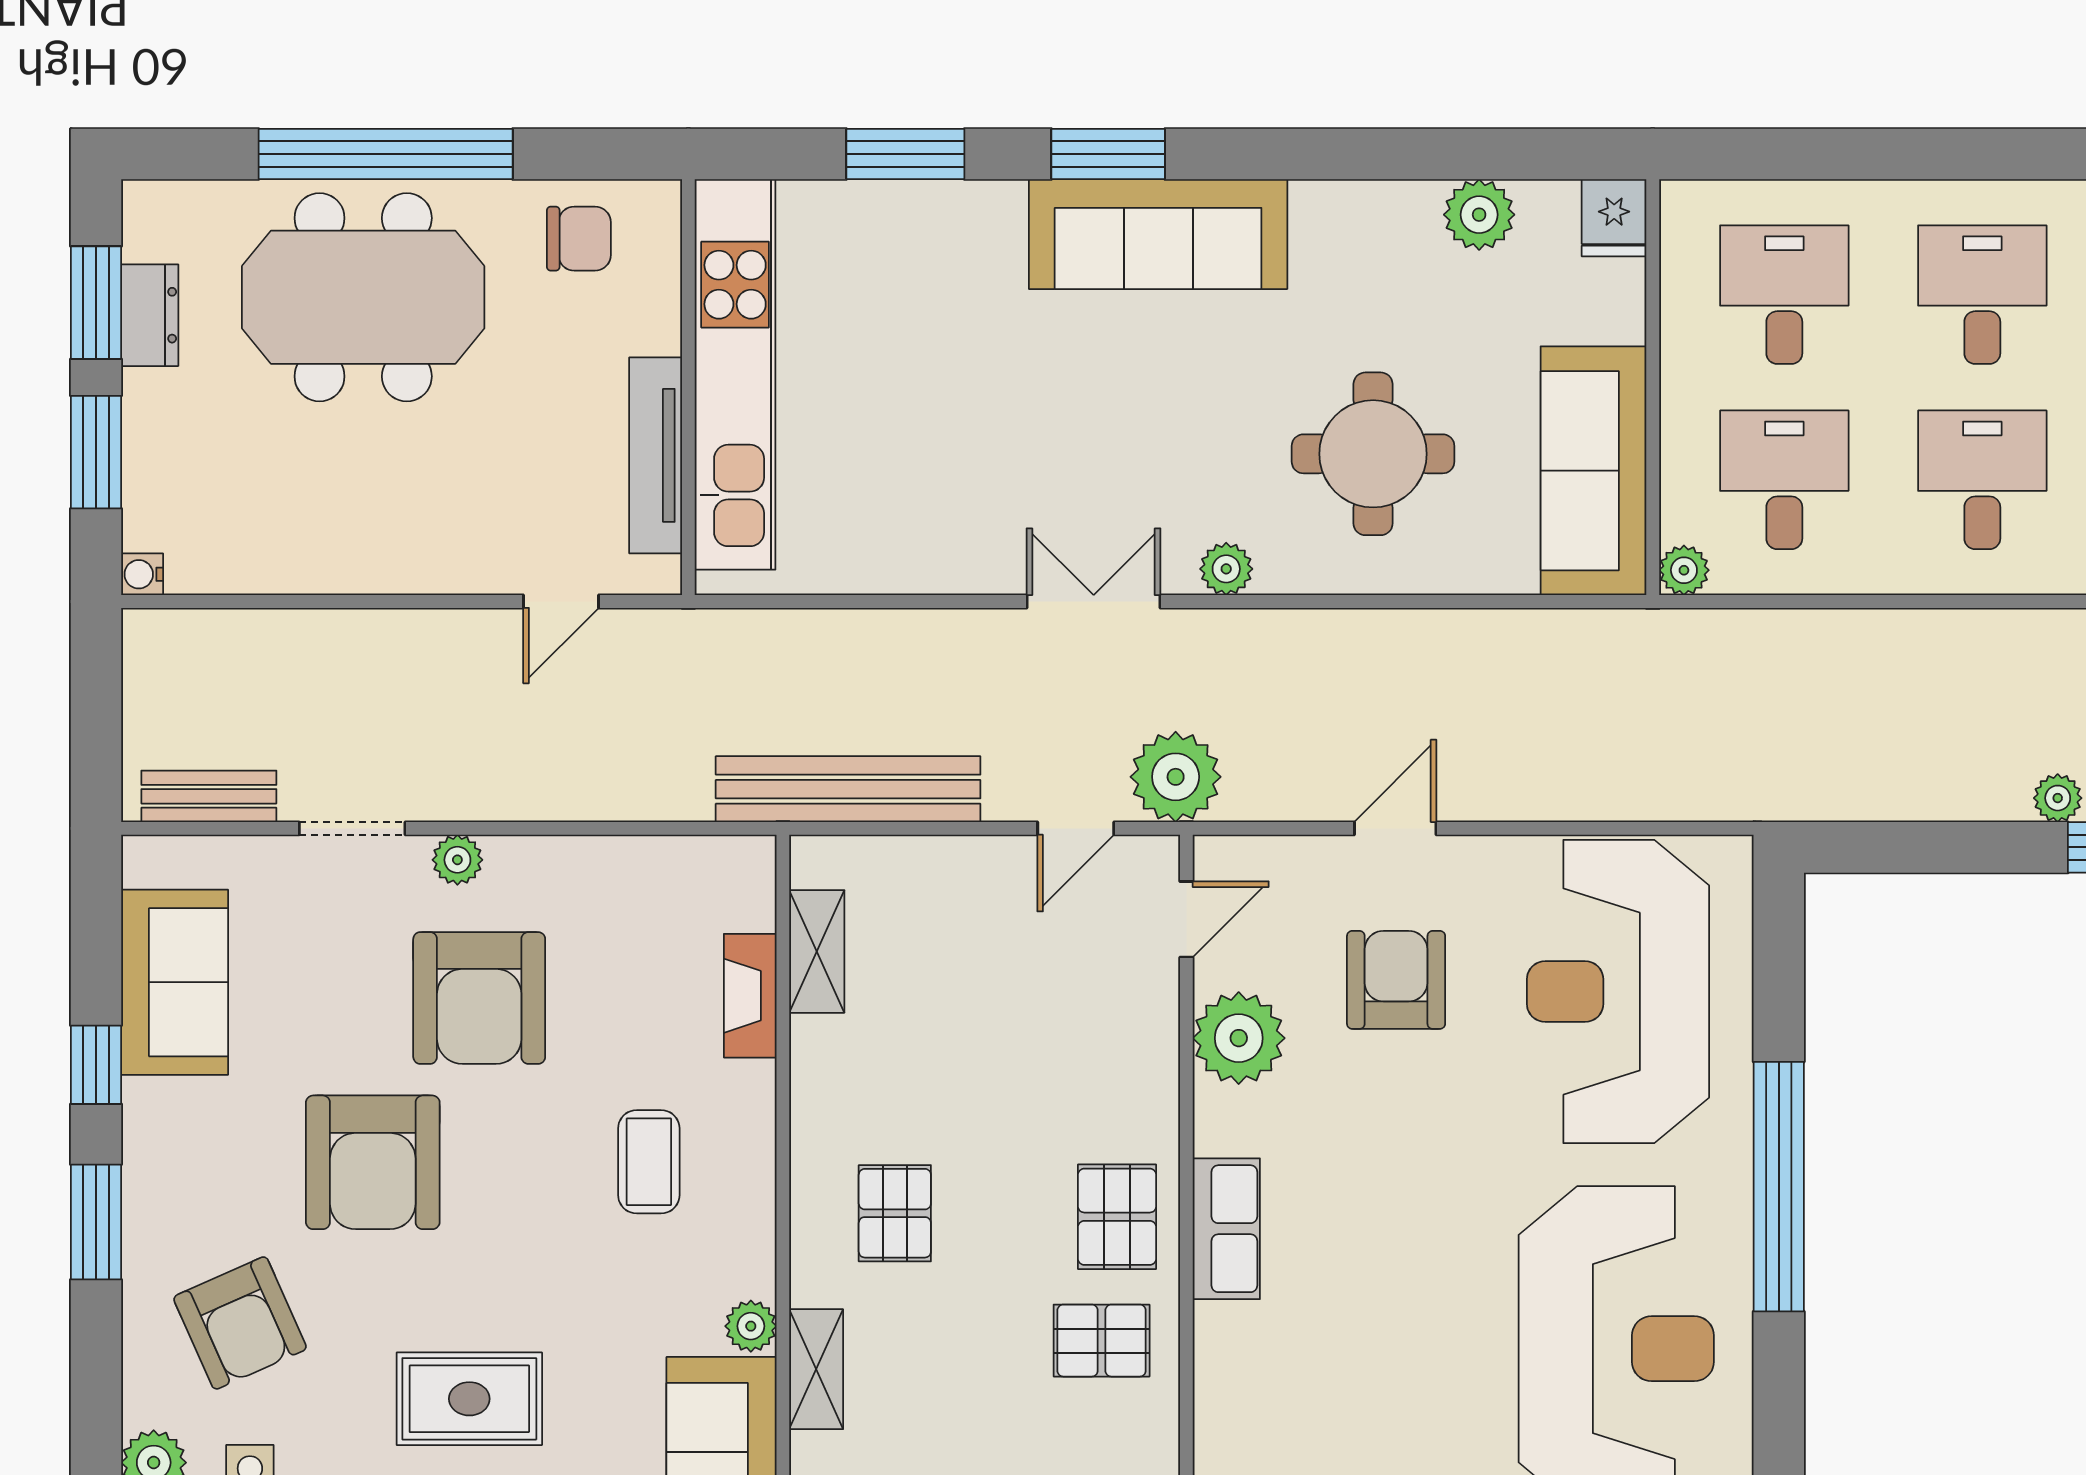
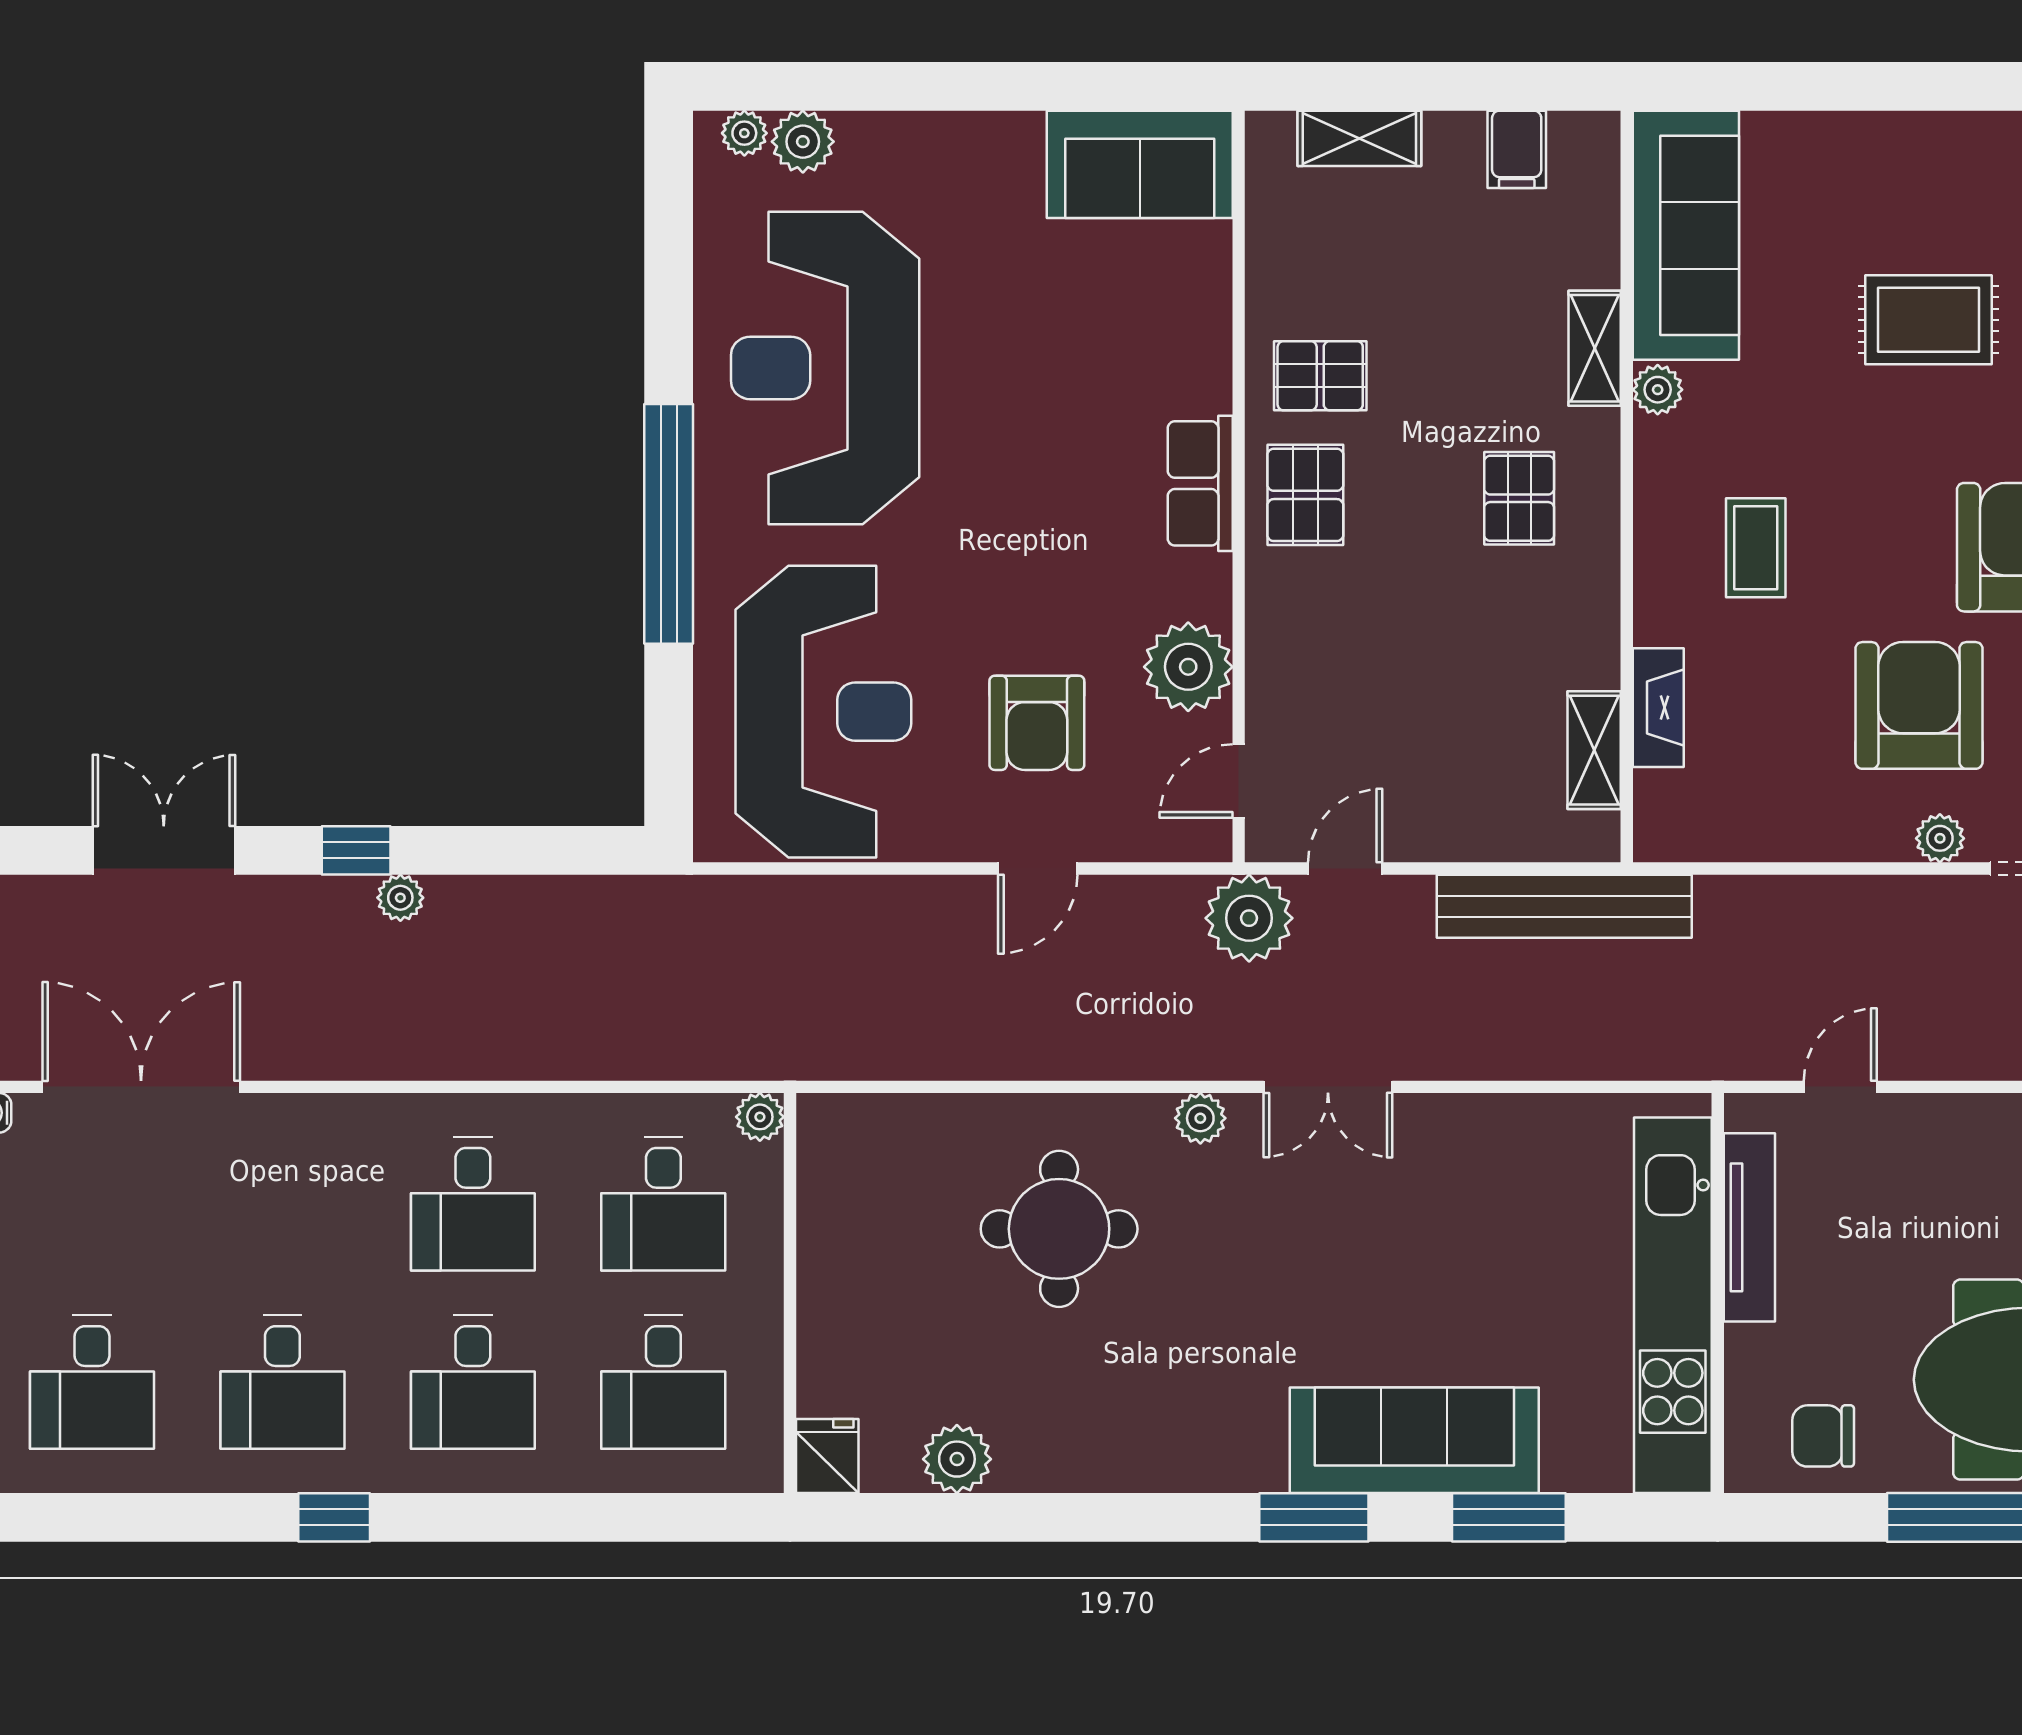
sofa: (1158, 234) -> (1414, 1440), moved
sofa: (1594, 471) -> (847, 1213), removed

